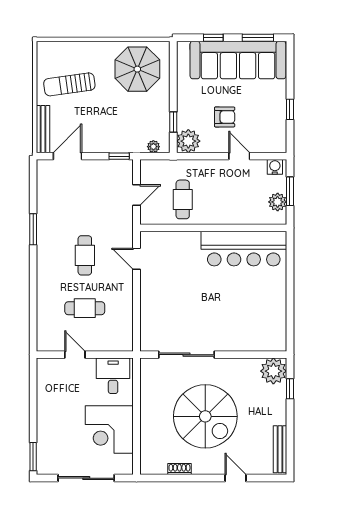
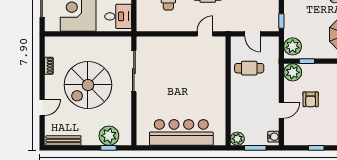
plant: (153, 147) -> (293, 46), width x1.88, depth x1.88
plant: (278, 202) -> (237, 139), moved
bar counter: (244, 249) -> (181, 132), moved, turned 90
plant: (273, 371) -> (109, 136), moved

